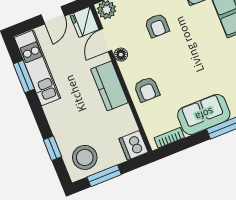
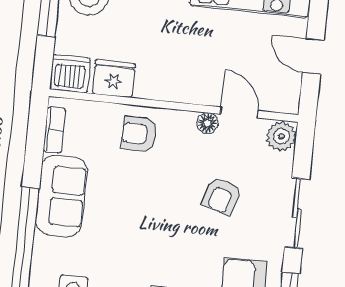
fridge: (84, 22) -> (114, 79), moved
armchair: (157, 26) -> (222, 196), turned -74
kitchen counter: (109, 86) -> (172, 84), removed

